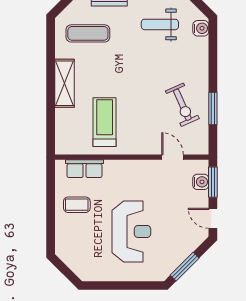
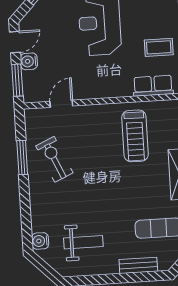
door: (173, 157) -> (61, 104), swing flipped
water cooler: (201, 182) -> (29, 61), moved
door: (213, 218) -> (15, 42), hinge flipped

